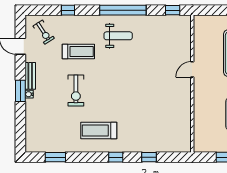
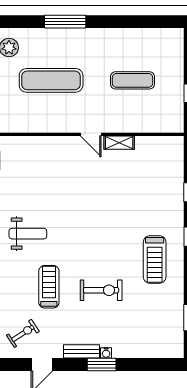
weight bench: (118, 36) -> (28, 234), turned 90
door: (192, 69) -> (91, 134), moved
shelving: (186, 104) -> (119, 143), added

